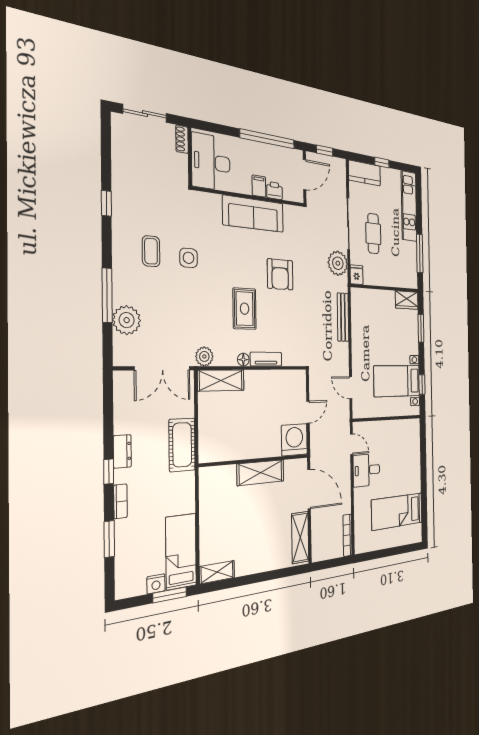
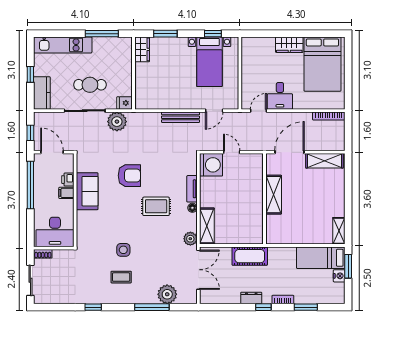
sofa: (253, 214) -> (87, 191), width x0.73
bench: (343, 317) -> (181, 117), moved
washing machine: (294, 440) -> (211, 165), moved, turned 180
wardrobe: (414, 476) -> (289, 45), added
bed: (397, 511) -> (322, 64), width x1.50

